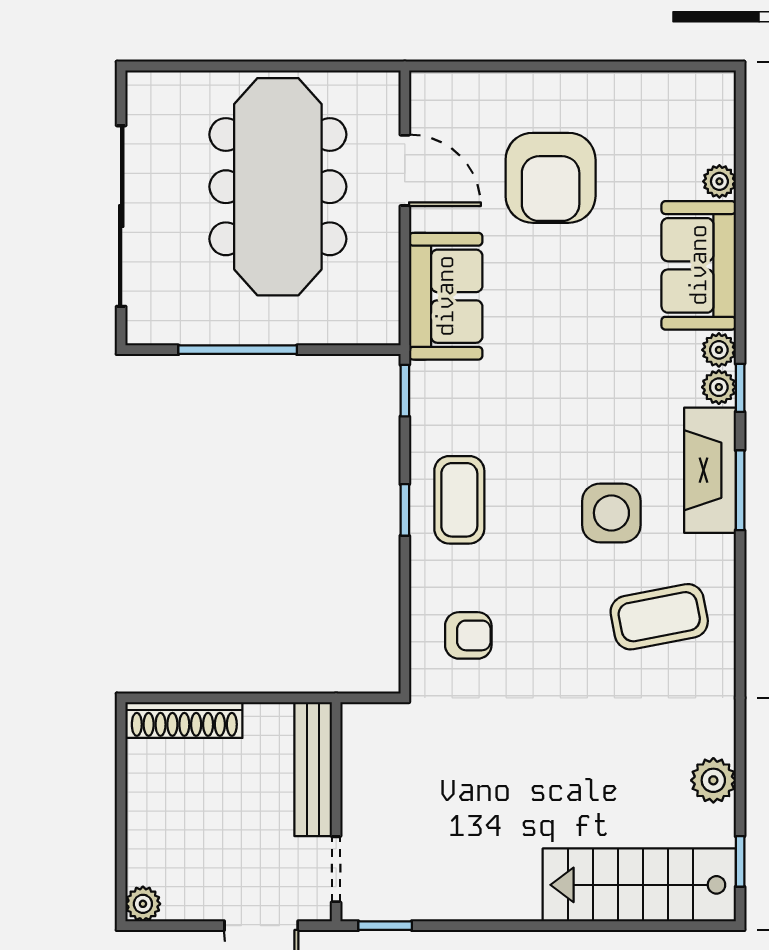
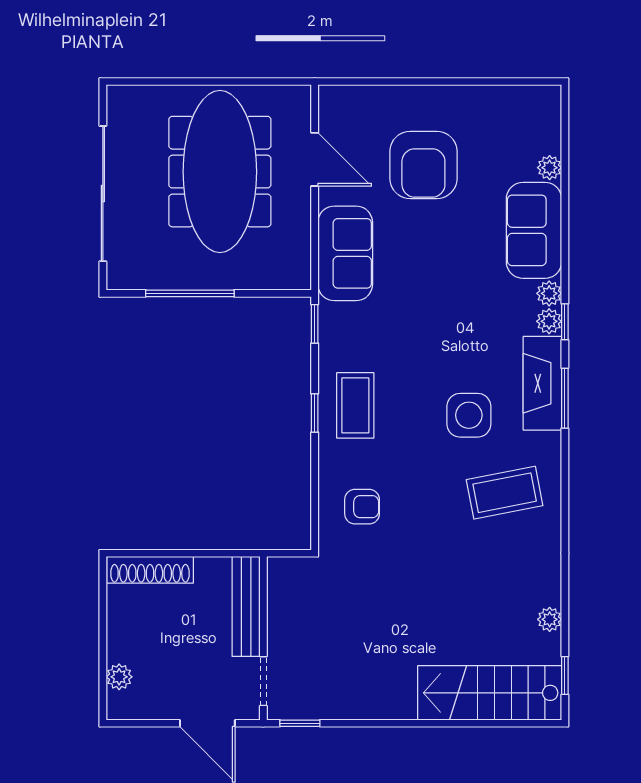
plant: (713, 780) -> (550, 619), width x0.73, depth x0.73
plant: (143, 904) -> (119, 677), moved

